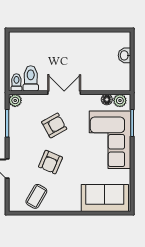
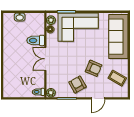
toilet: (31, 78) -> (36, 40), moved
armchair: (54, 125) -> (77, 85), moved
sofa: (105, 198) -> (118, 37), width x1.36

